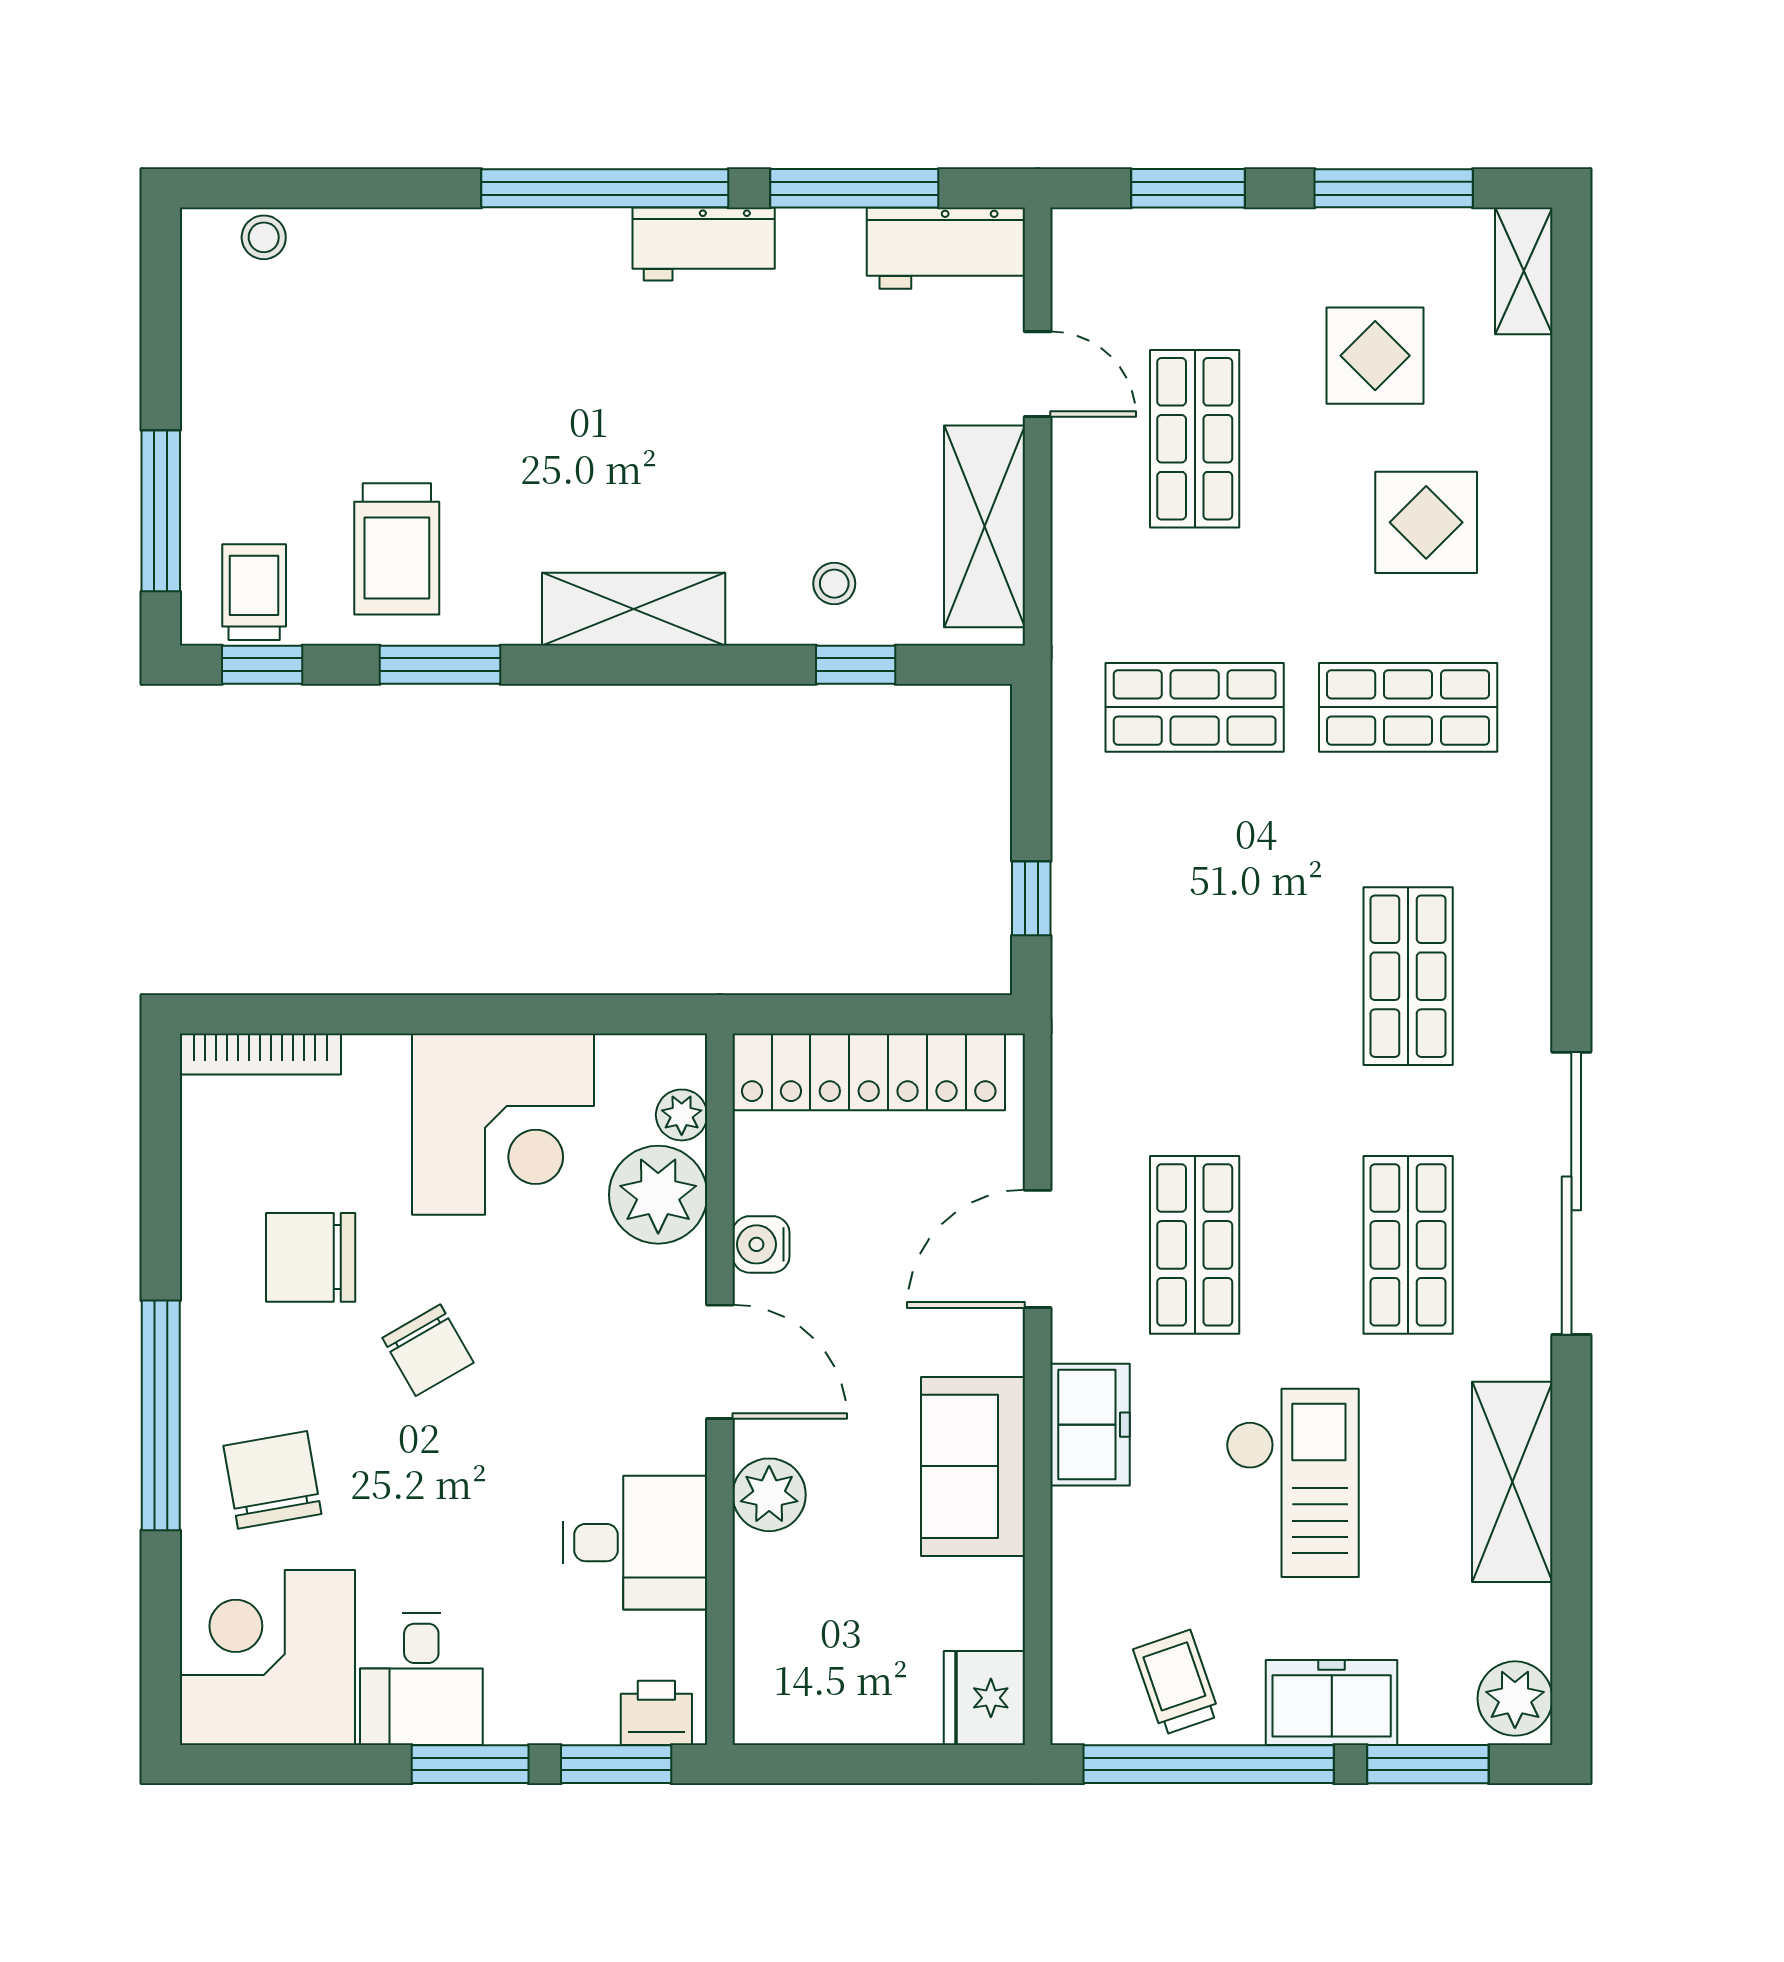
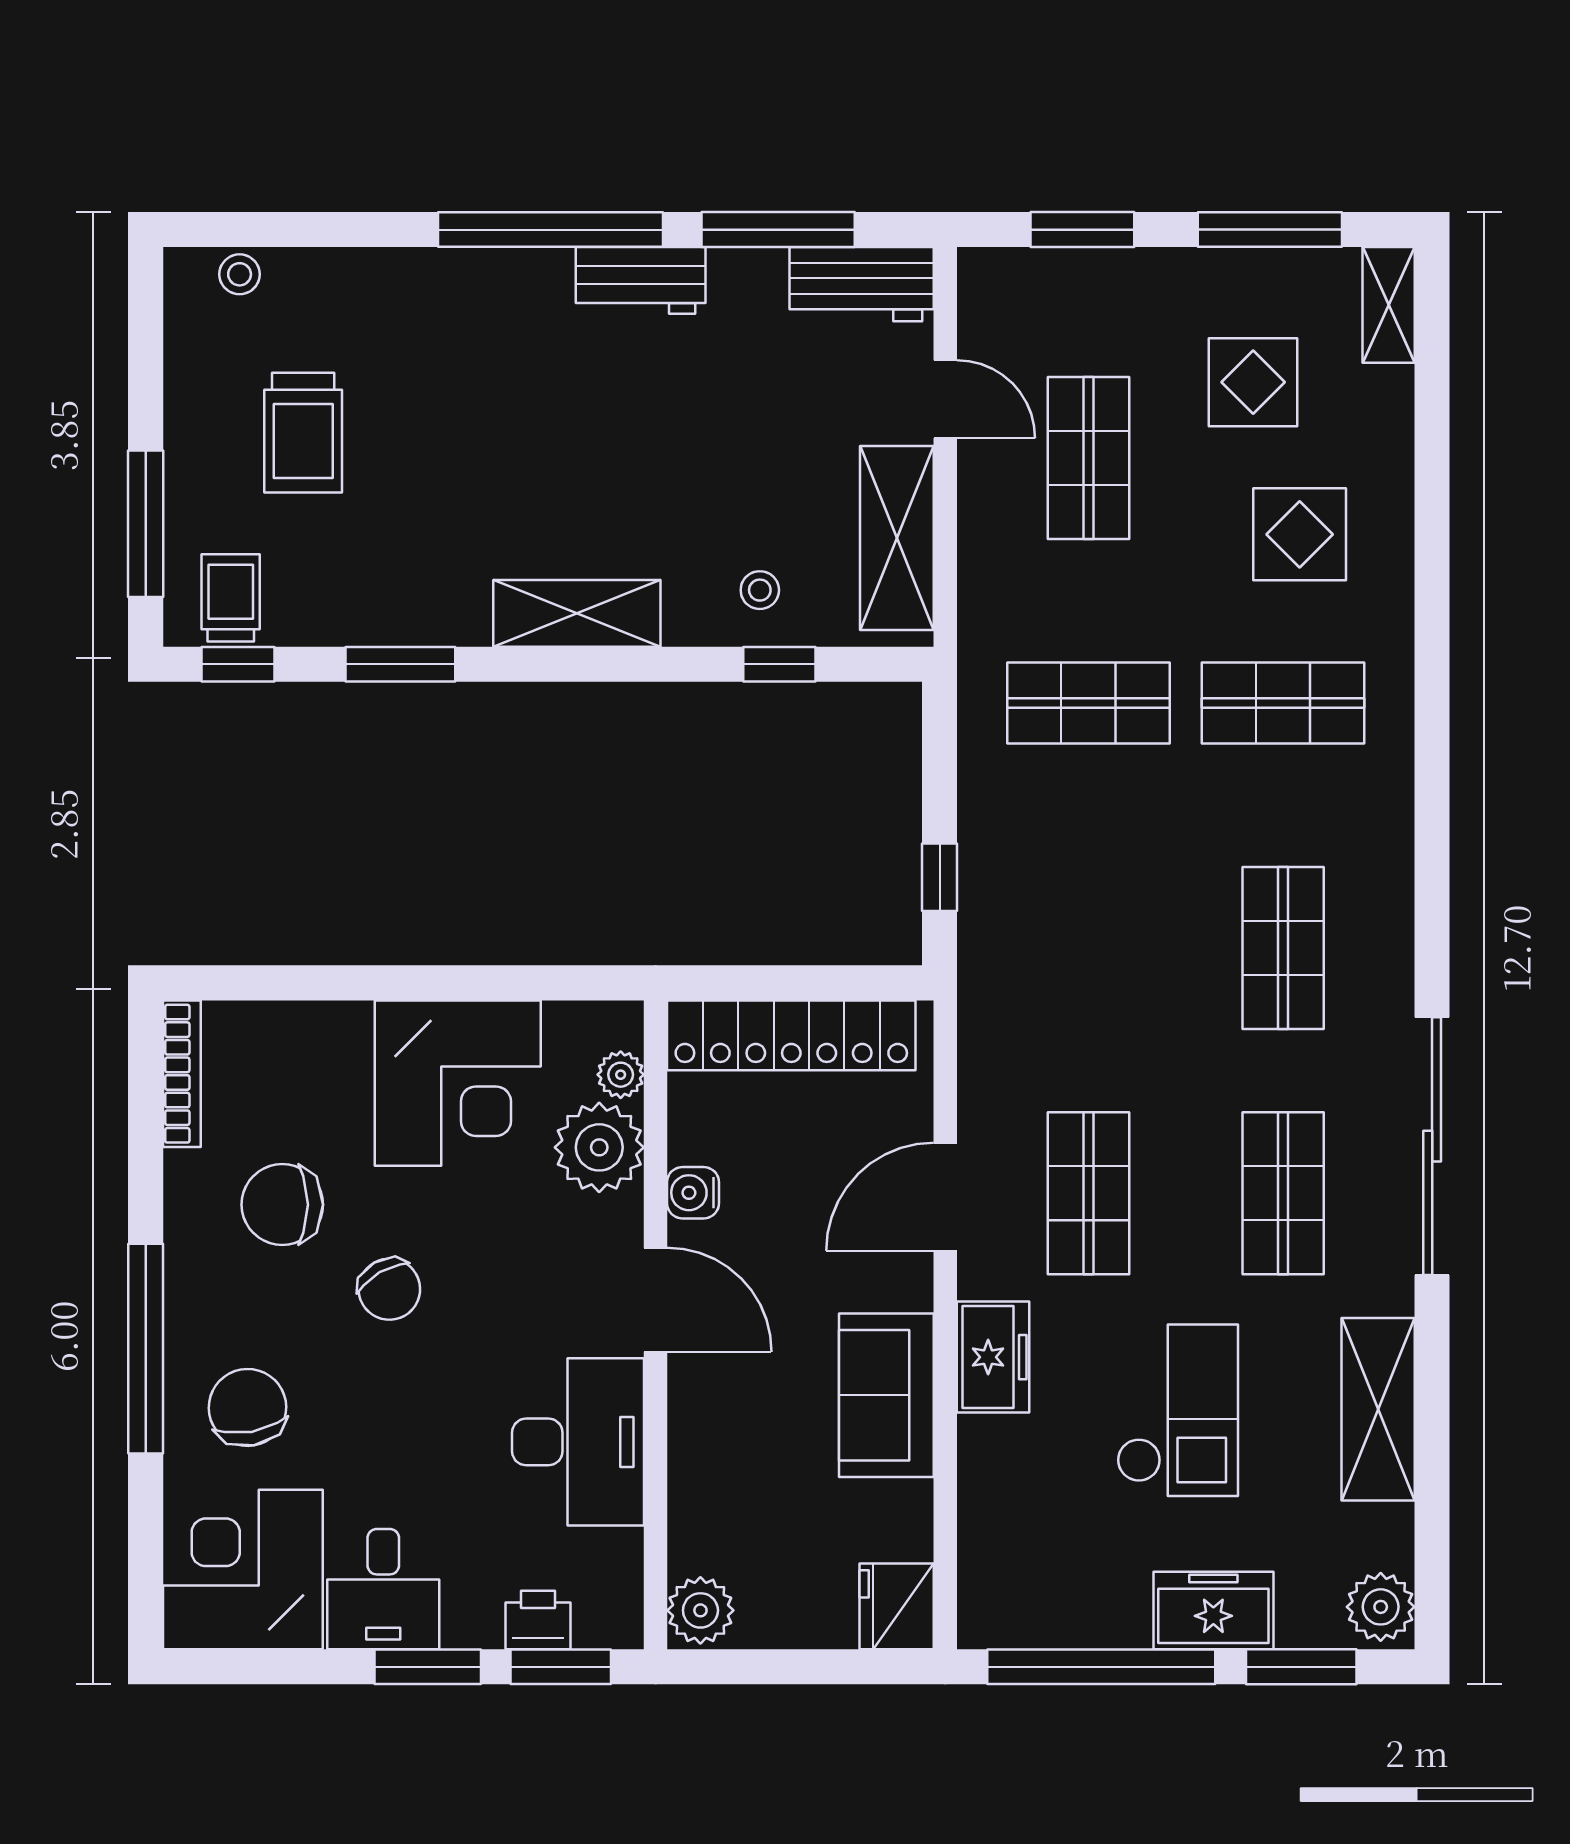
trolley: (397, 549) -> (303, 433), moved
bookcase: (260, 1054) -> (182, 1074), moved, turned -90
plant: (769, 1495) -> (700, 1610), moved
desk: (635, 1543) -> (578, 1442), width x1.37
trolley: (1176, 1682) -> (1072, 1592), removed
printer: (656, 1713) -> (538, 1620), moved

